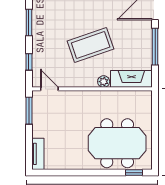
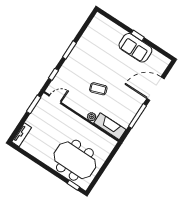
coffee table: (91, 45) -> (98, 89), width x0.54, depth x0.58
door: (49, 89) -> (55, 99), hinge flipped

